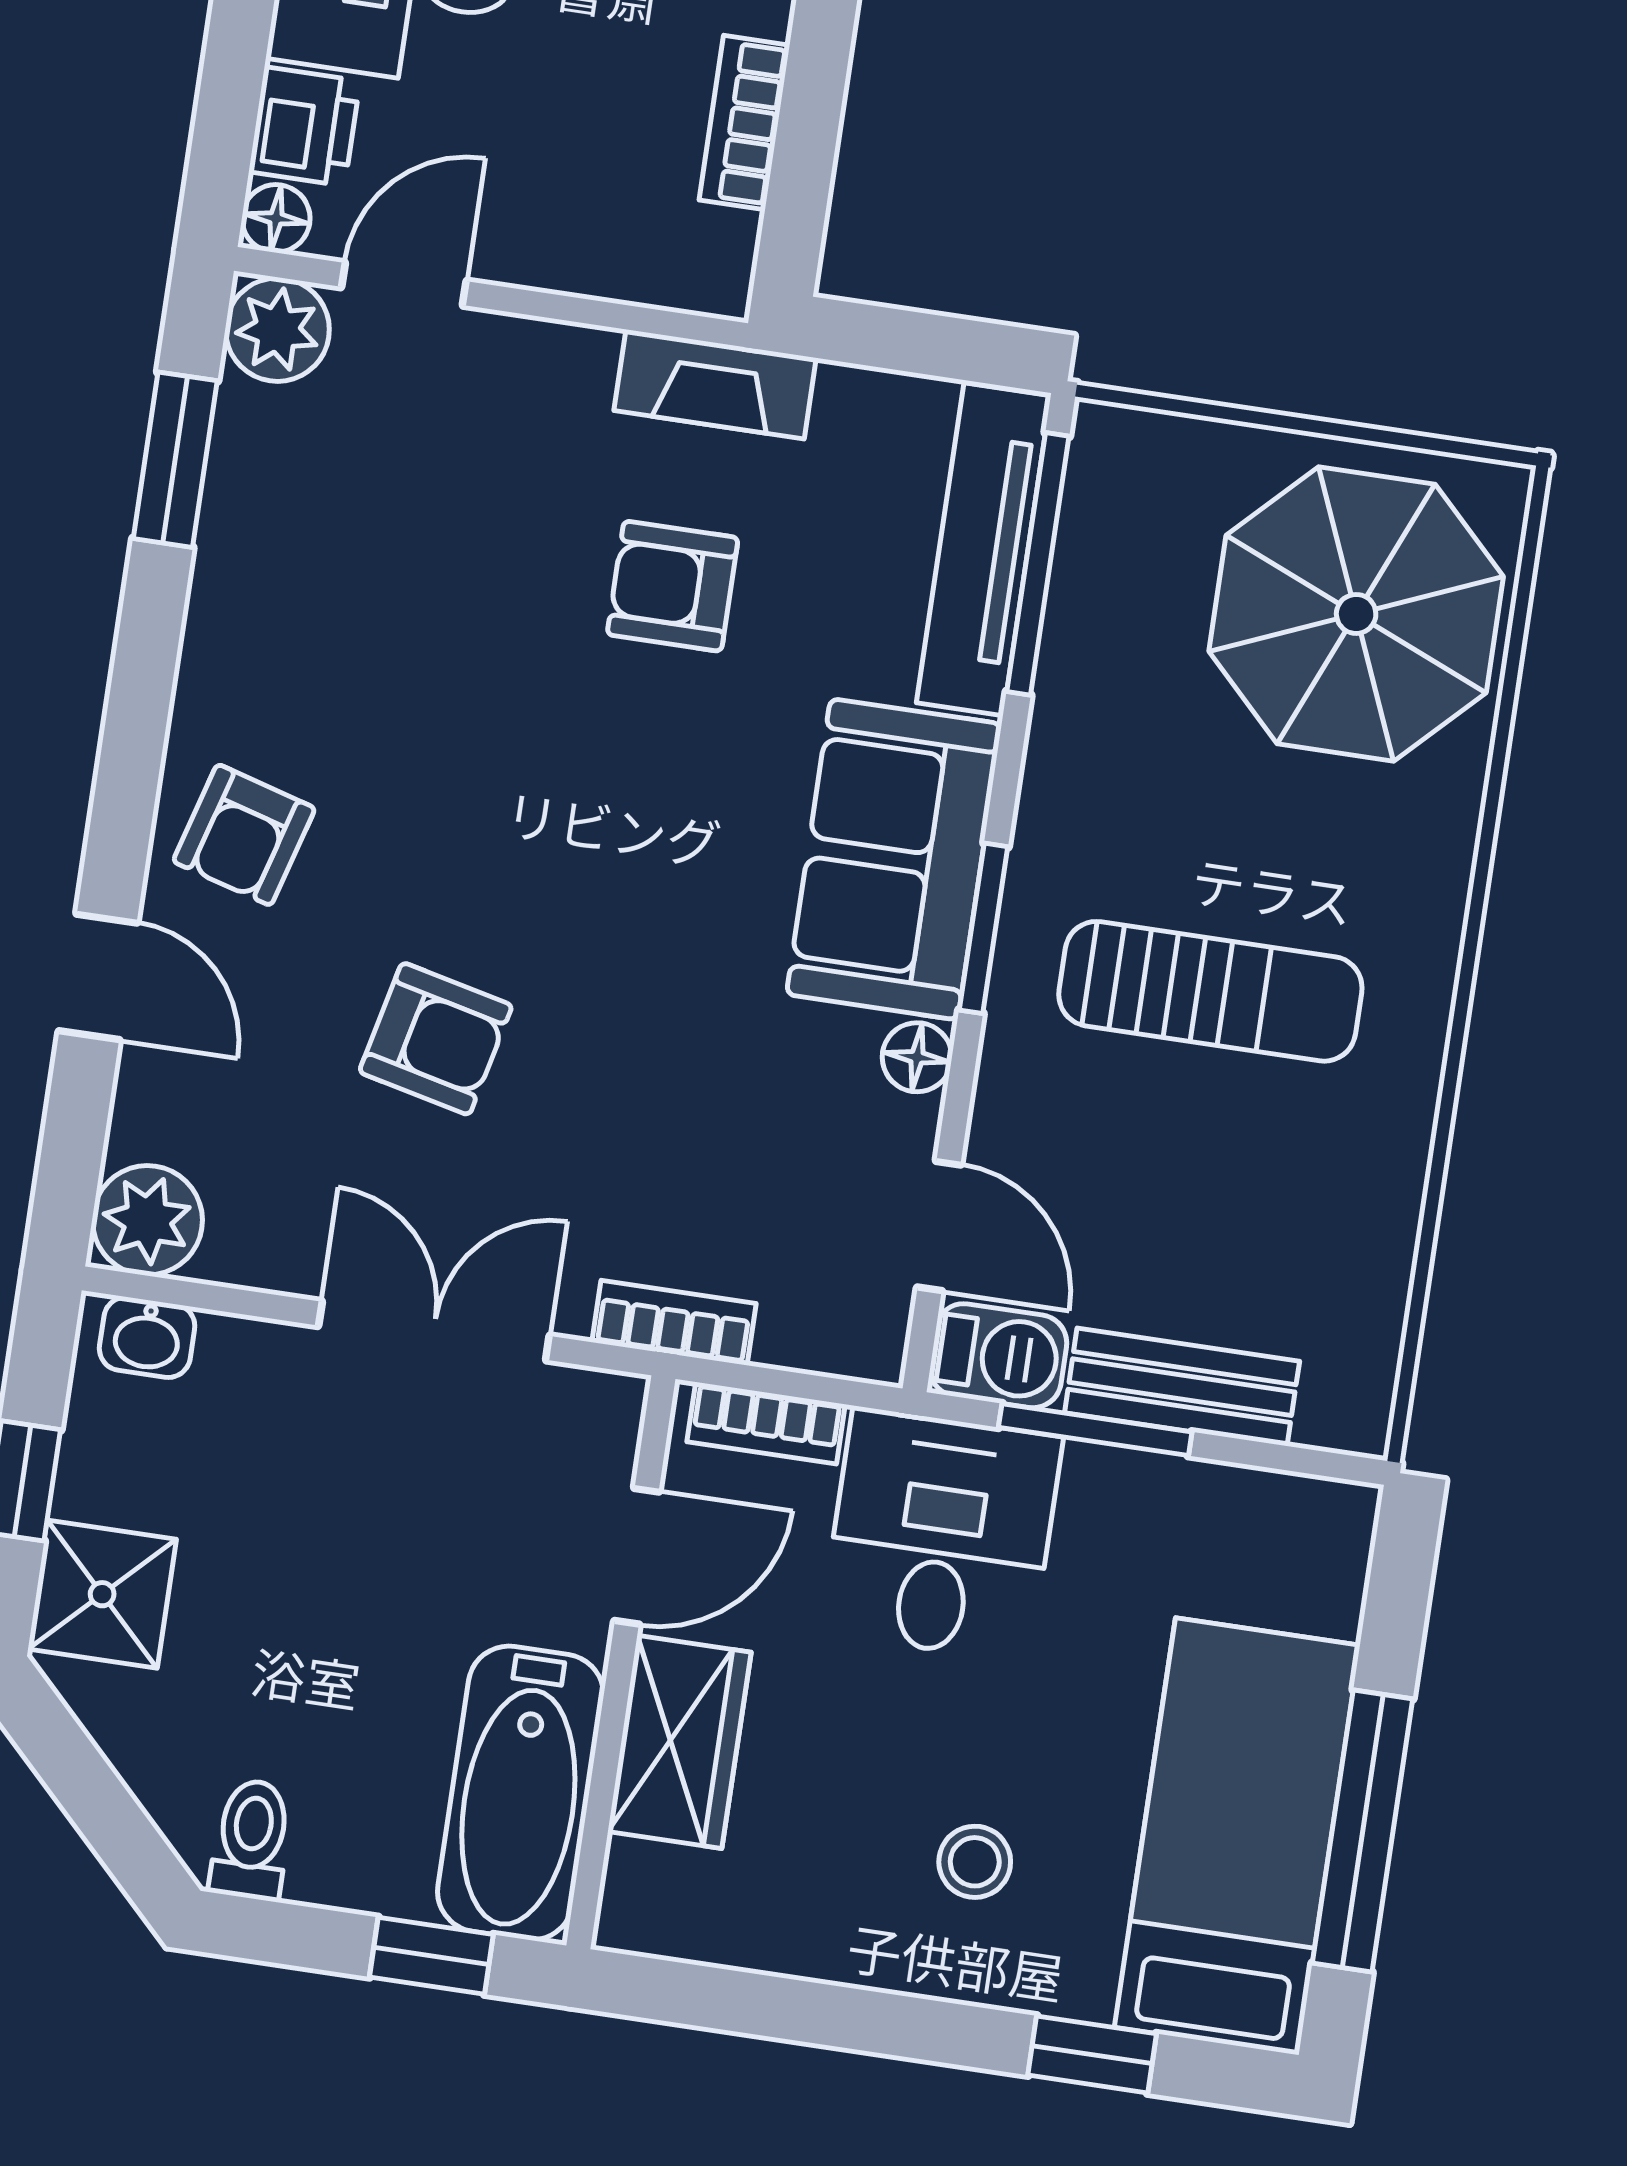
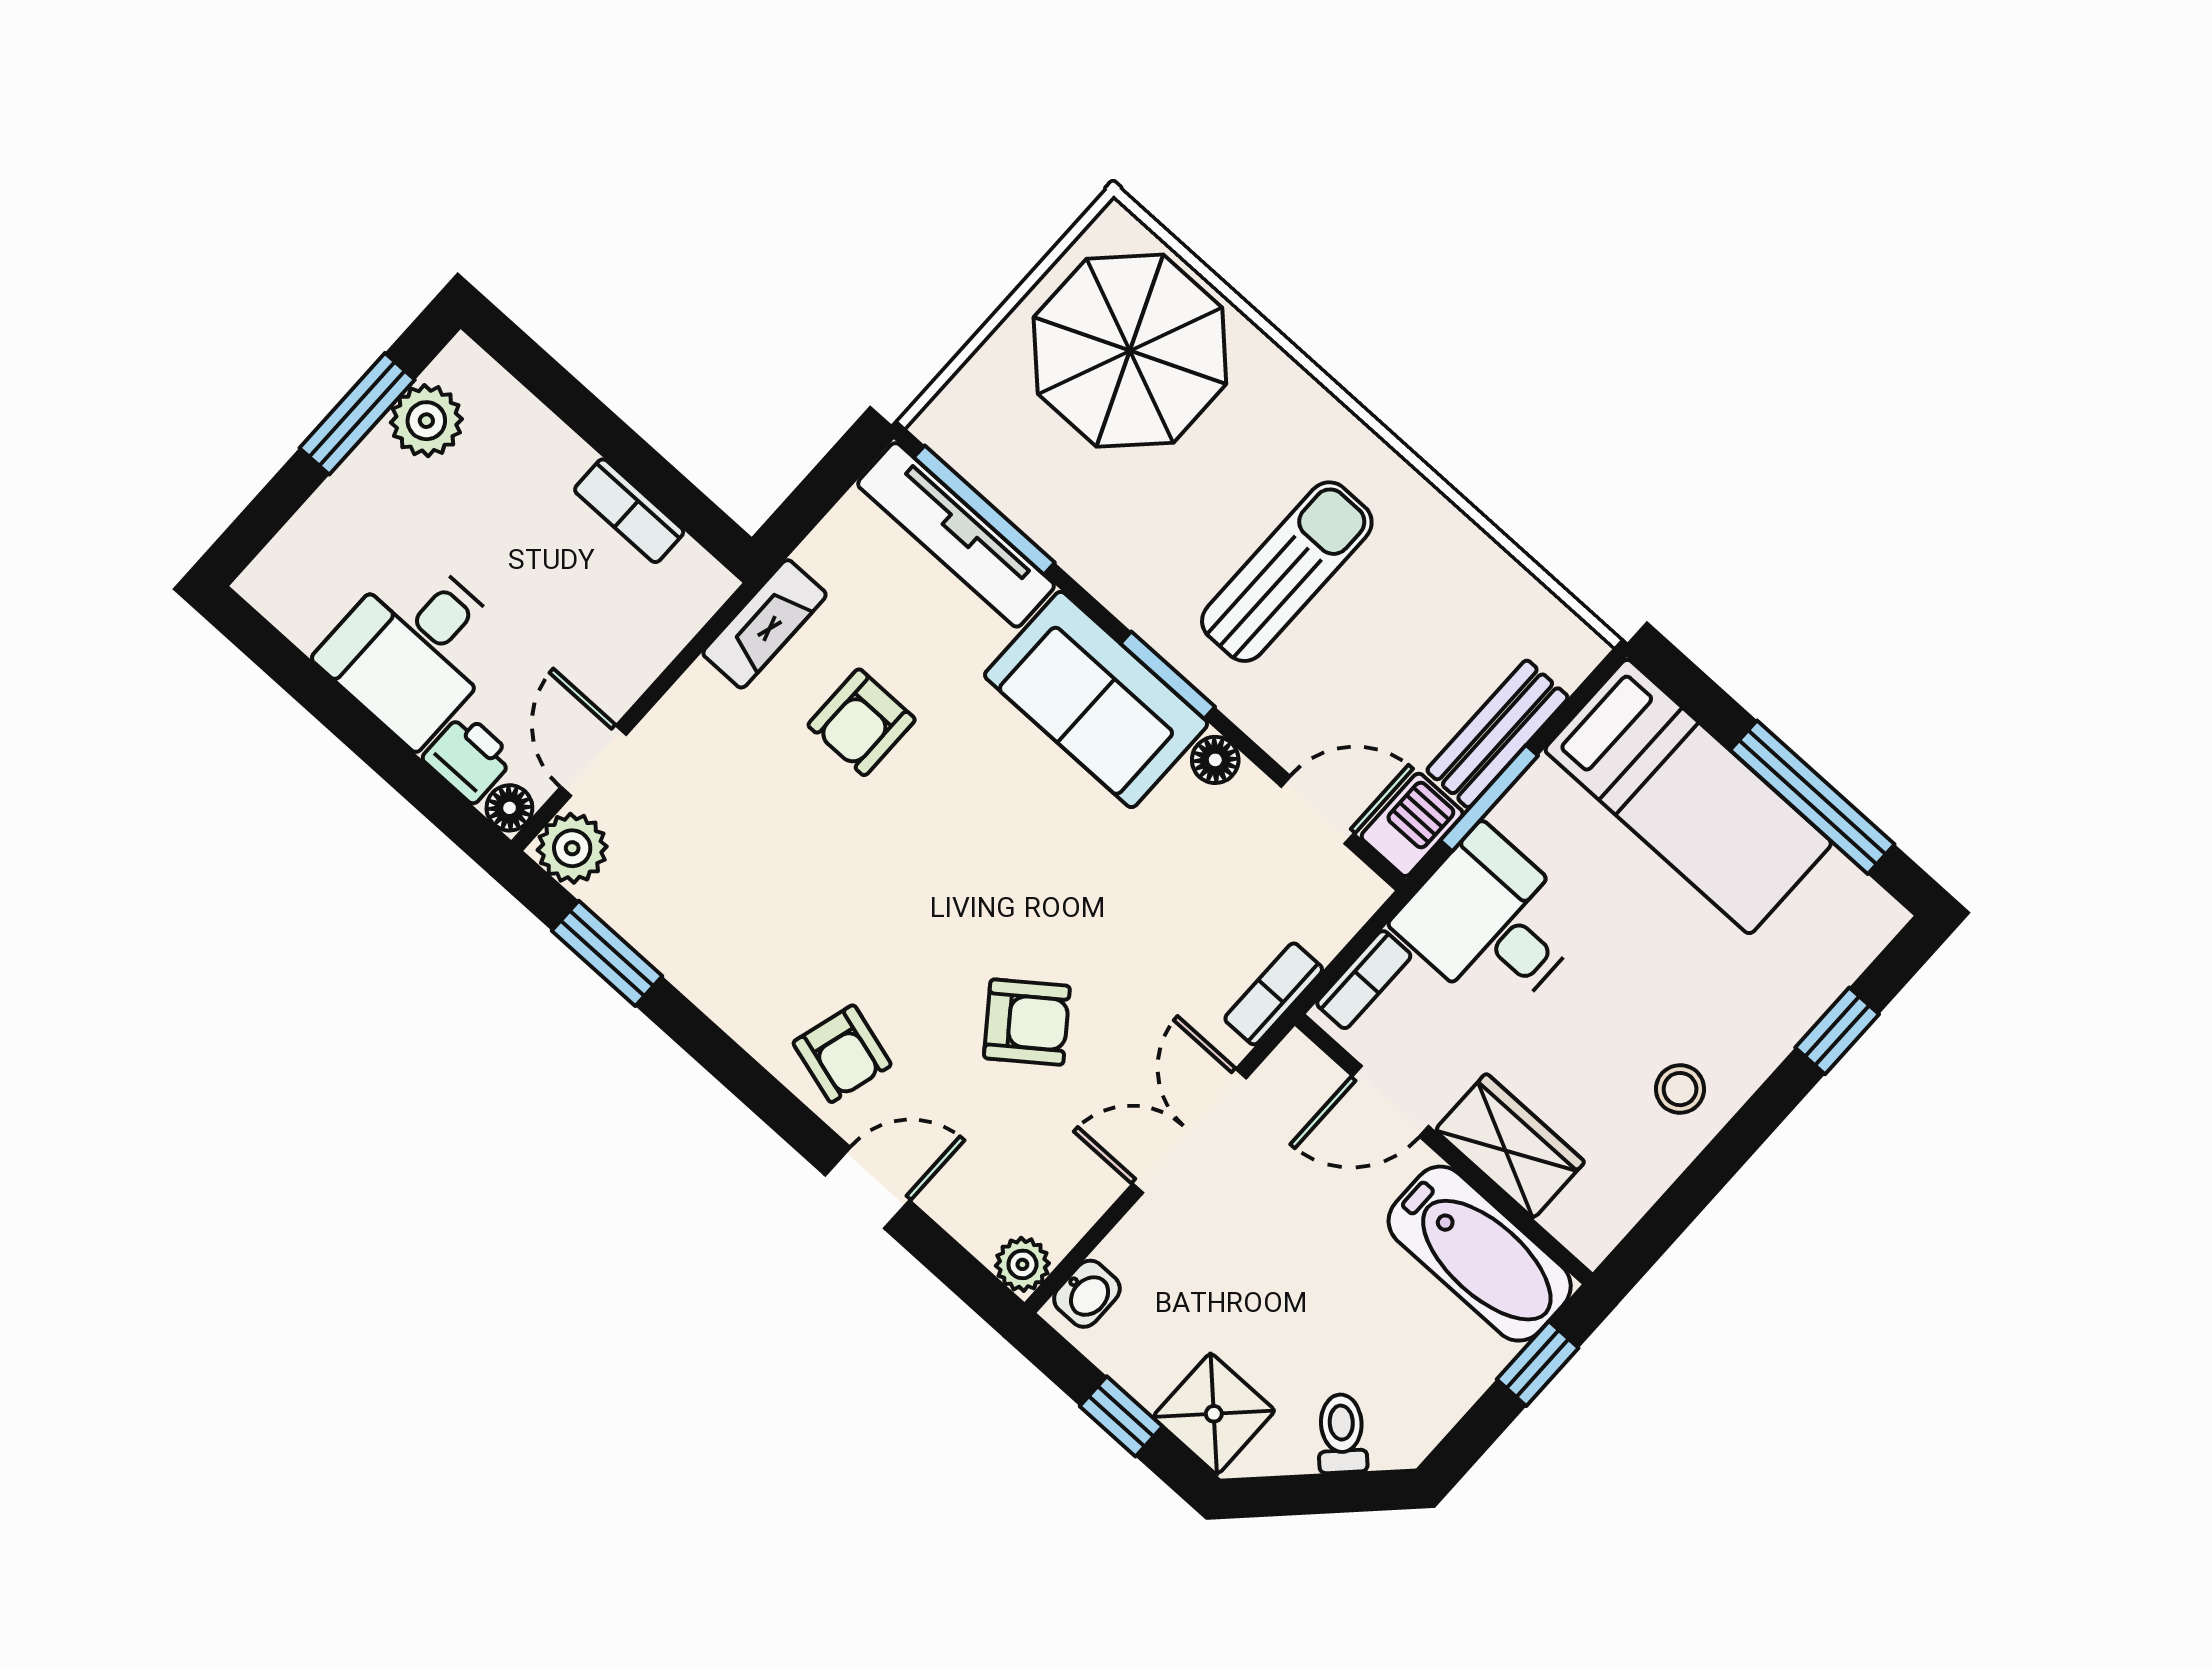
armchair: (436, 1039) -> (1027, 1022), turned 40
plant: (147, 1220) -> (1022, 1264), width x0.73, depth x0.73
door: (637, 1556) -> (1390, 1101), swing flipped
bed: (1237, 1836) -> (1688, 797), moved, turned 180
toilet: (251, 1840) -> (1342, 1433), moved, turned 45
stool: (975, 1862) -> (1680, 1089), moved

